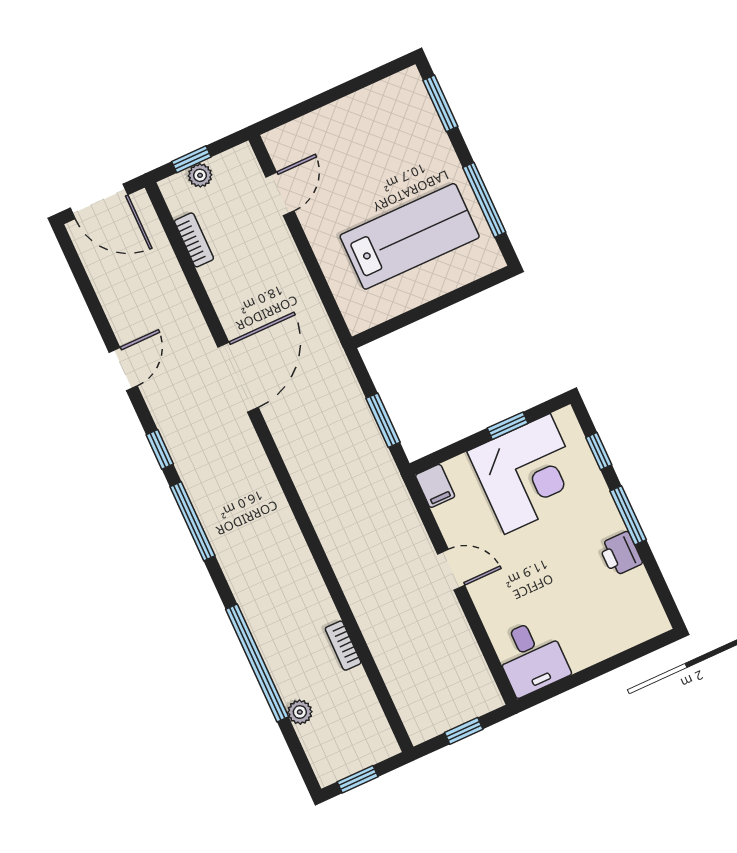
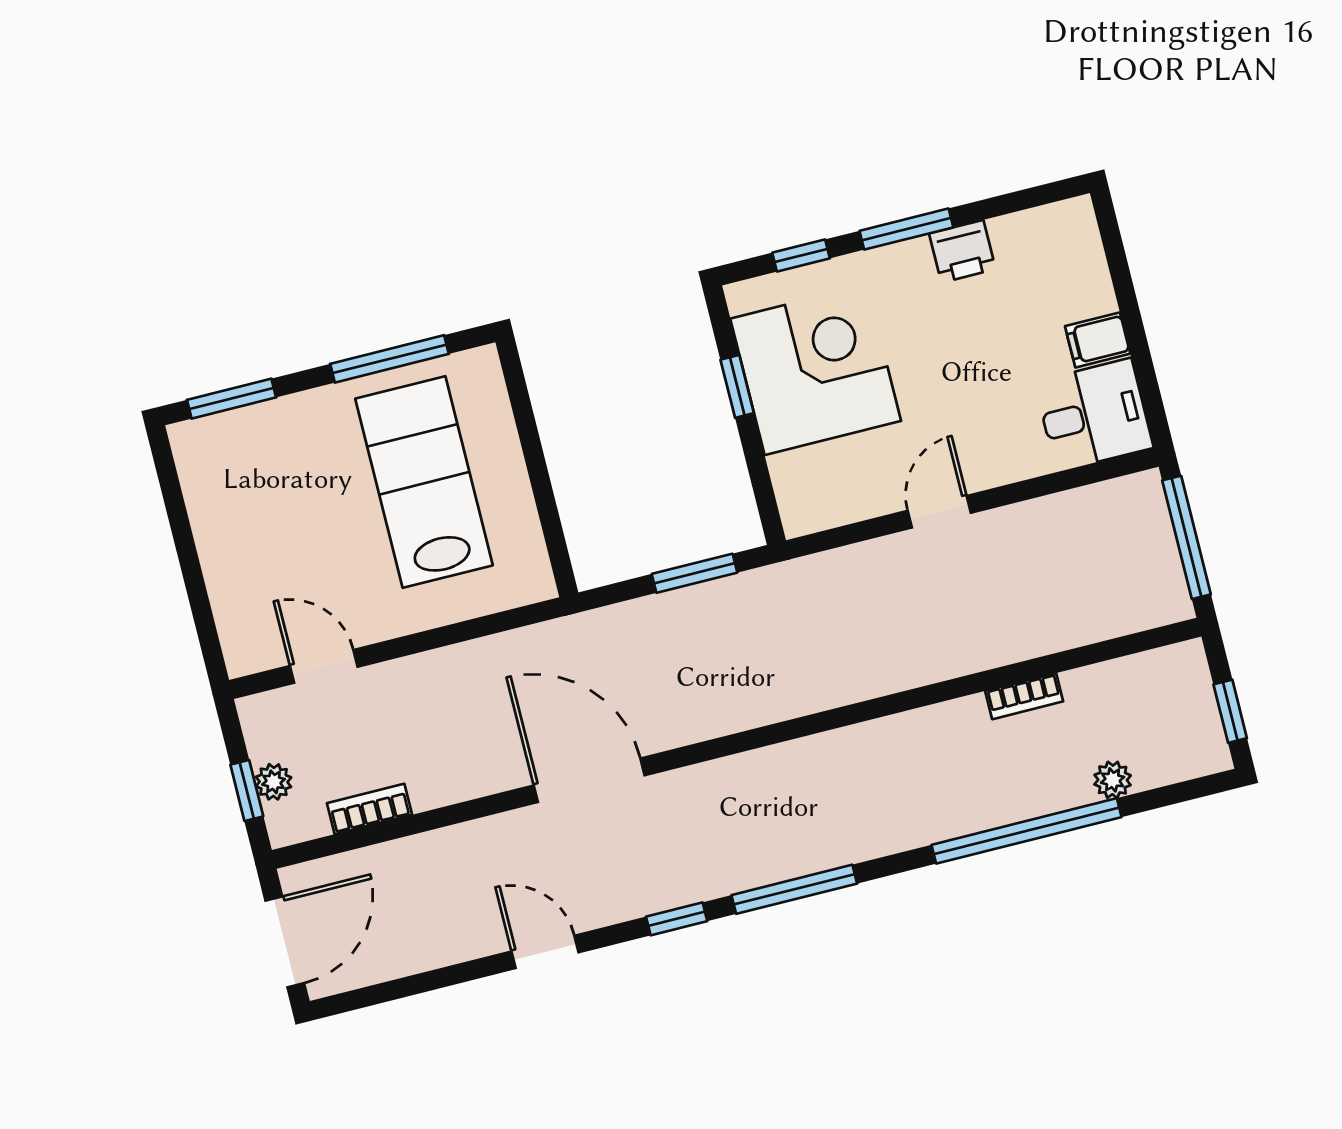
filing cabinet: (435, 486) -> (1098, 340), moved, turned 180
window: (464, 731) -> (1187, 537), width x2.17

